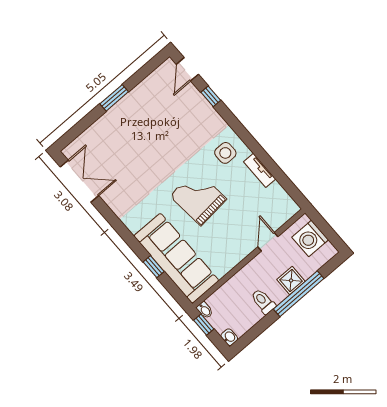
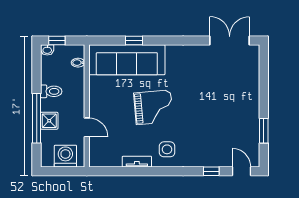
window: (114, 98) -> (264, 131), moved
double door: (80, 181) -> (230, 41), swing flipped
bidet: (205, 310) -> (78, 63), moved
window: (204, 325) -> (57, 41), moved

